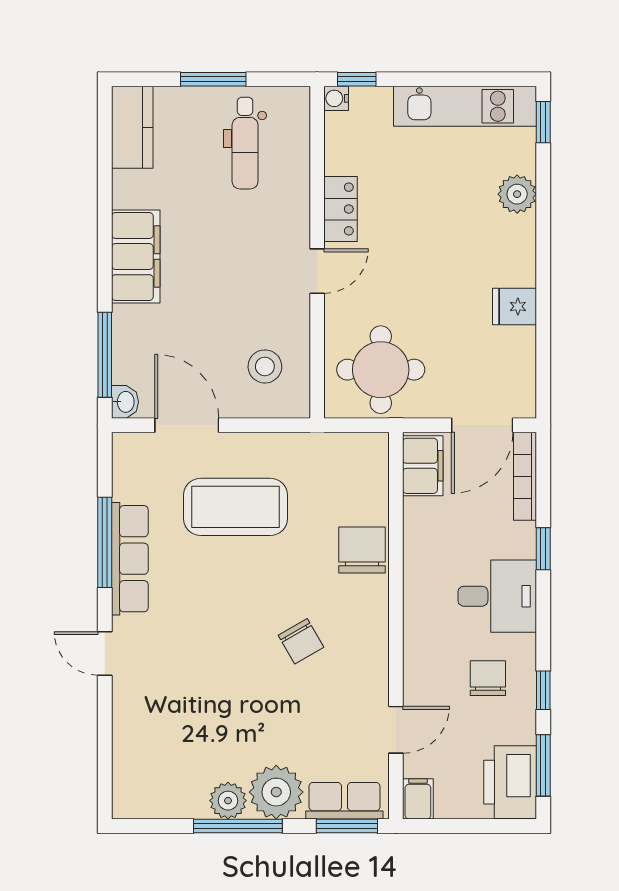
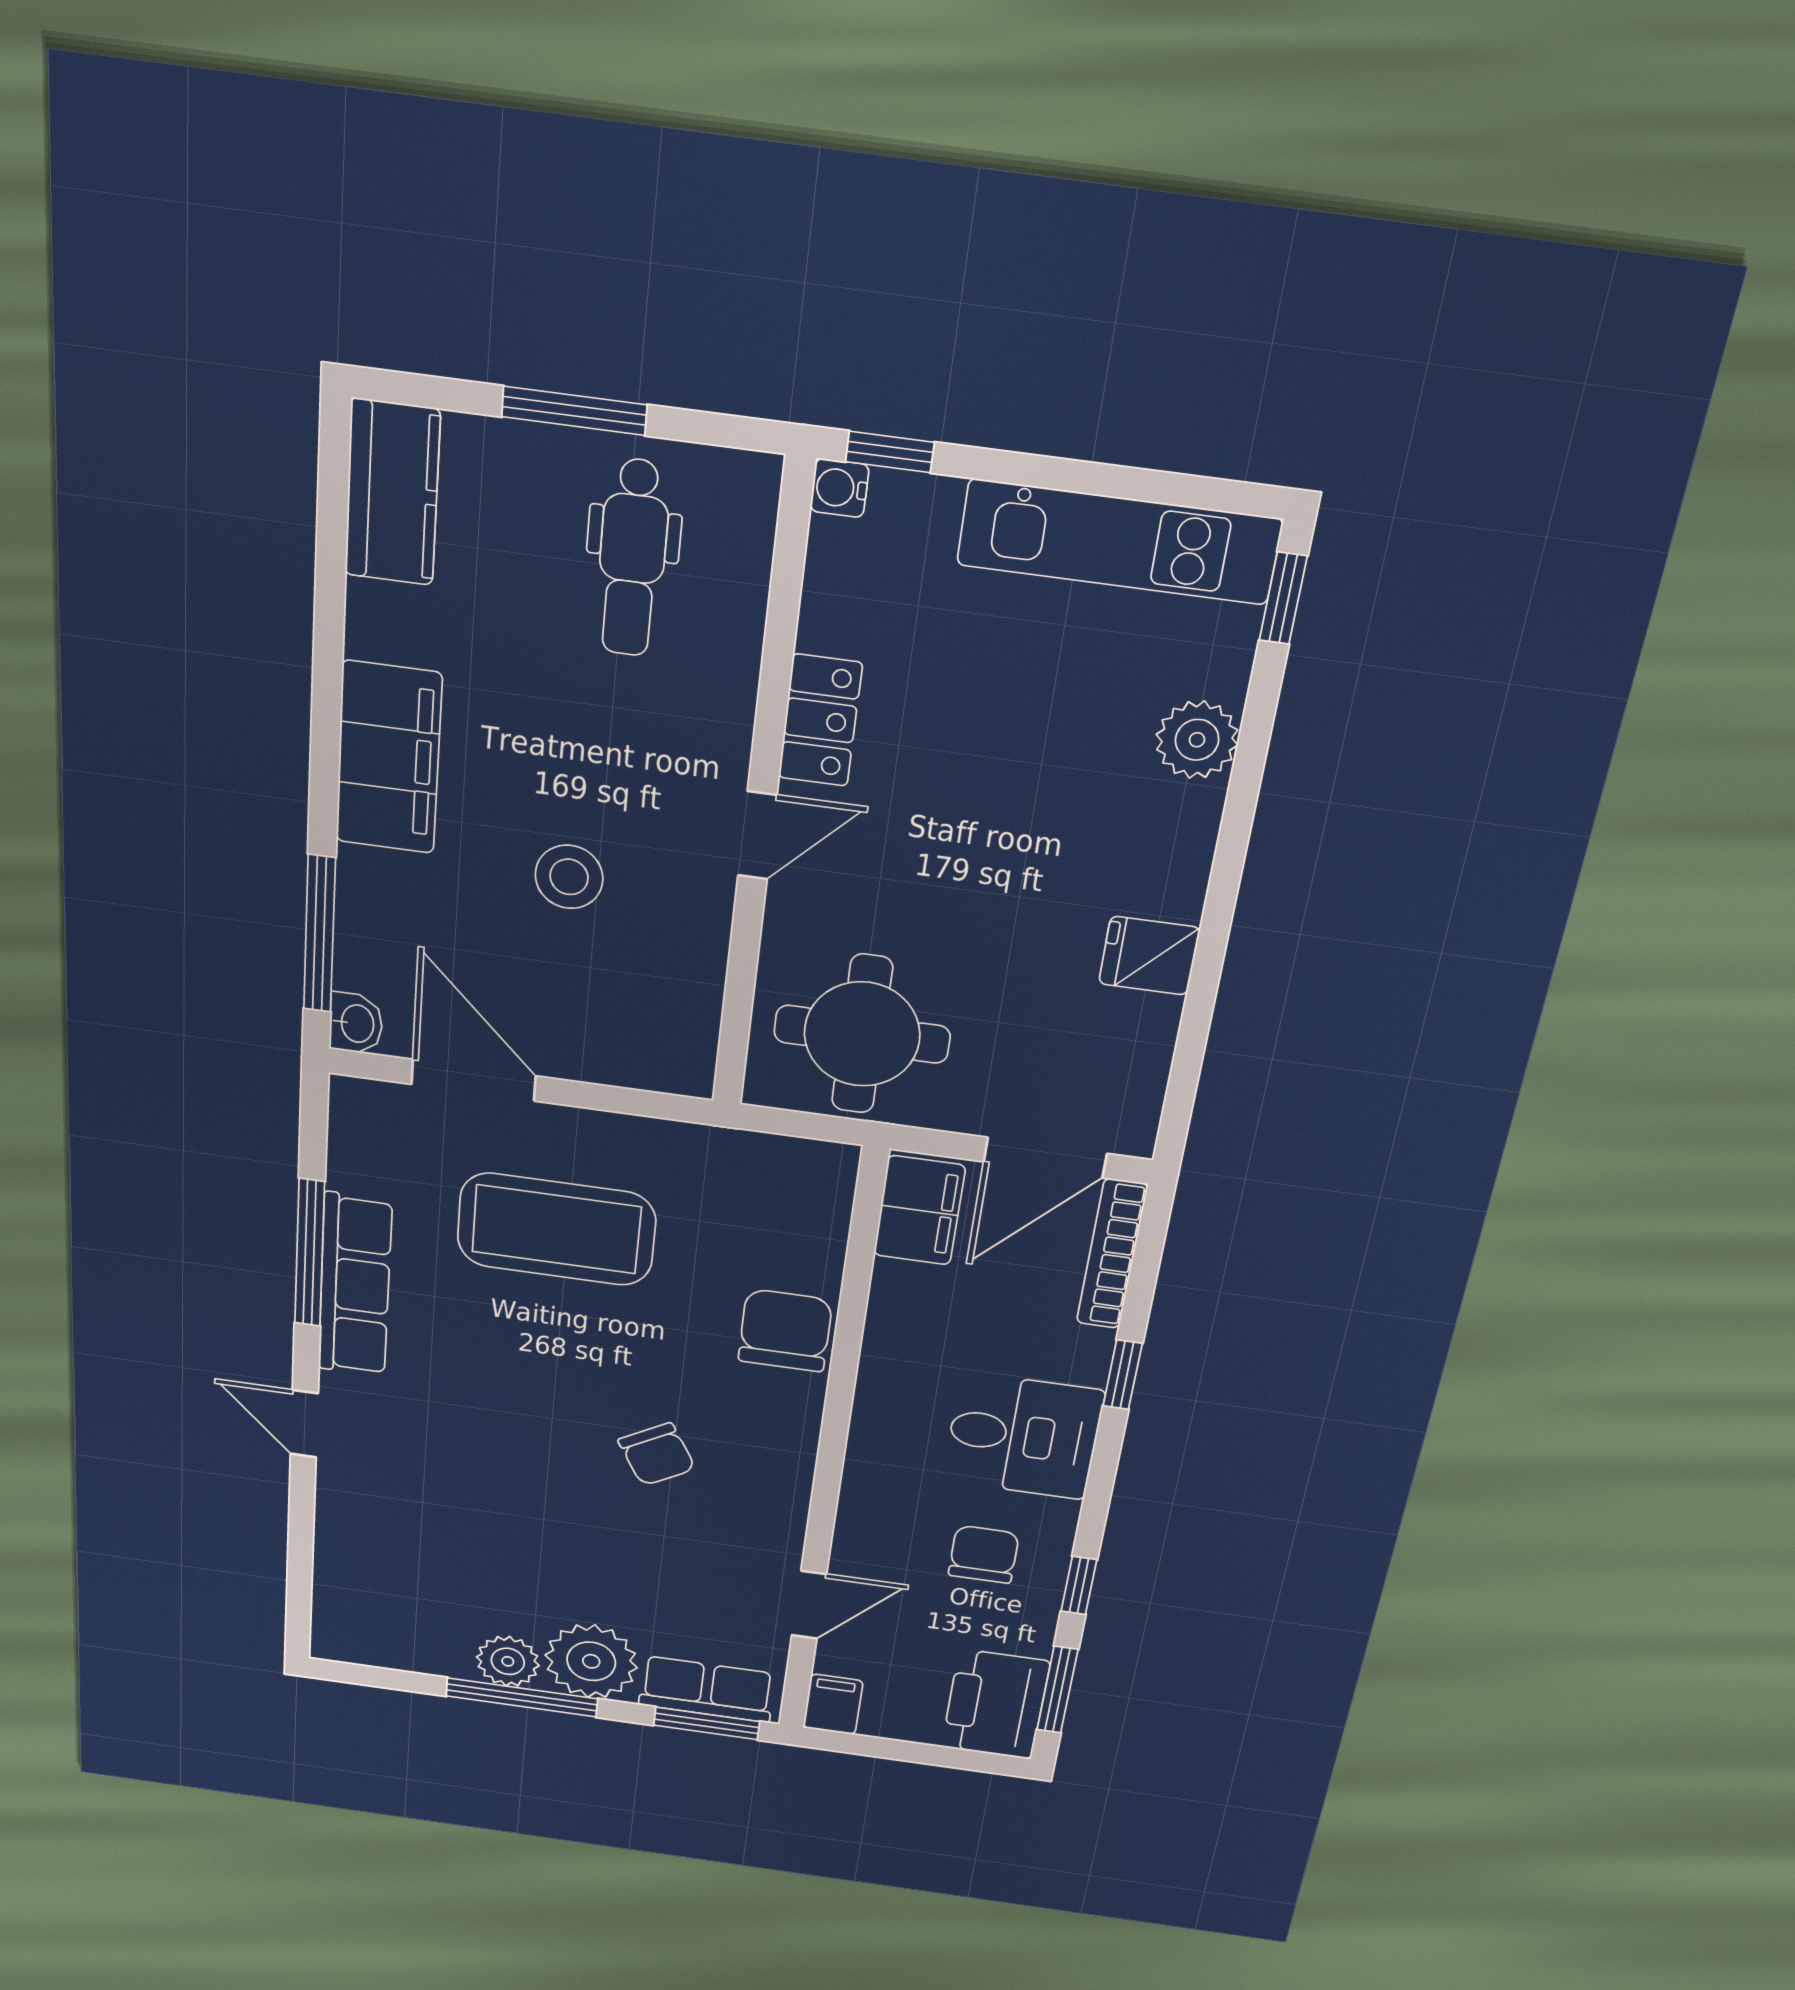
stool: (265, 366) -> (569, 877), moved

